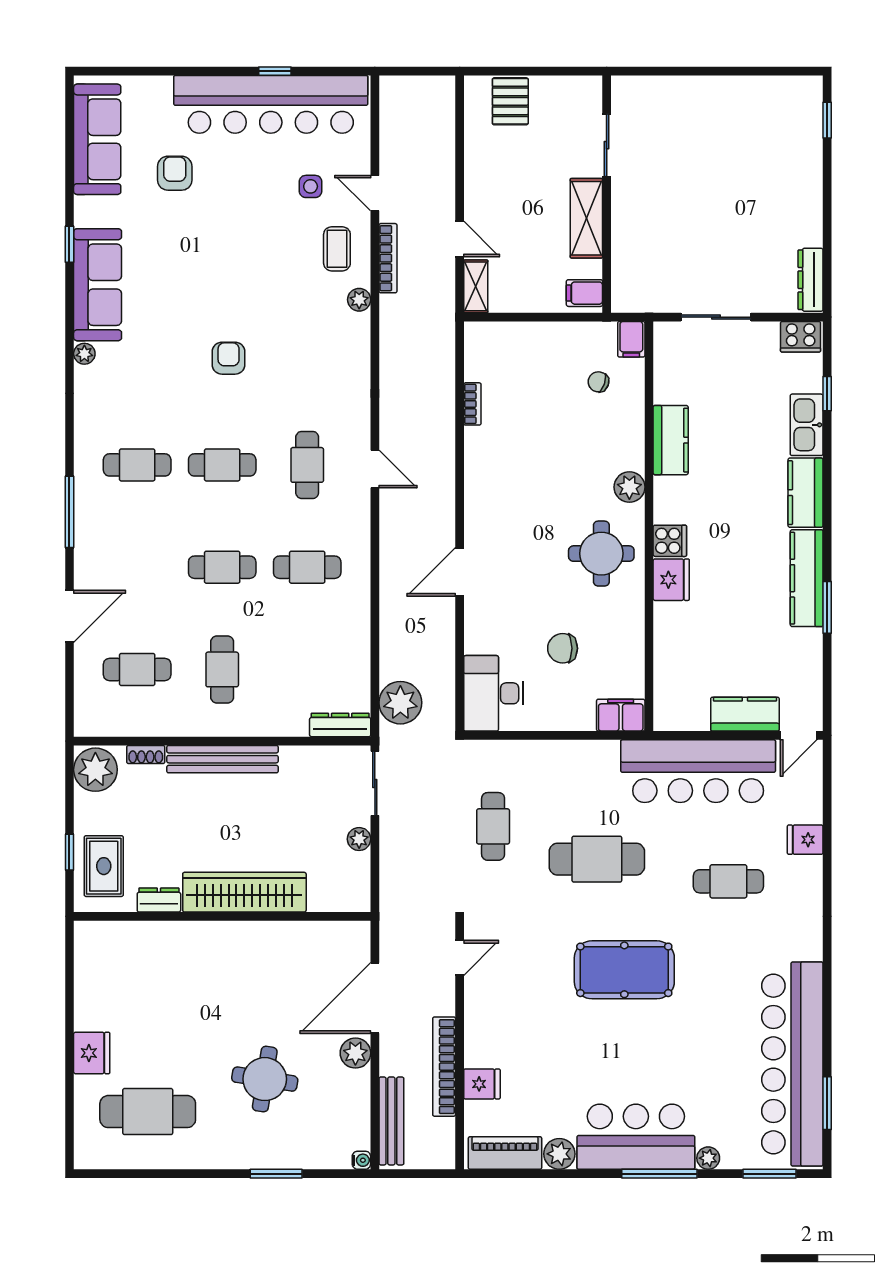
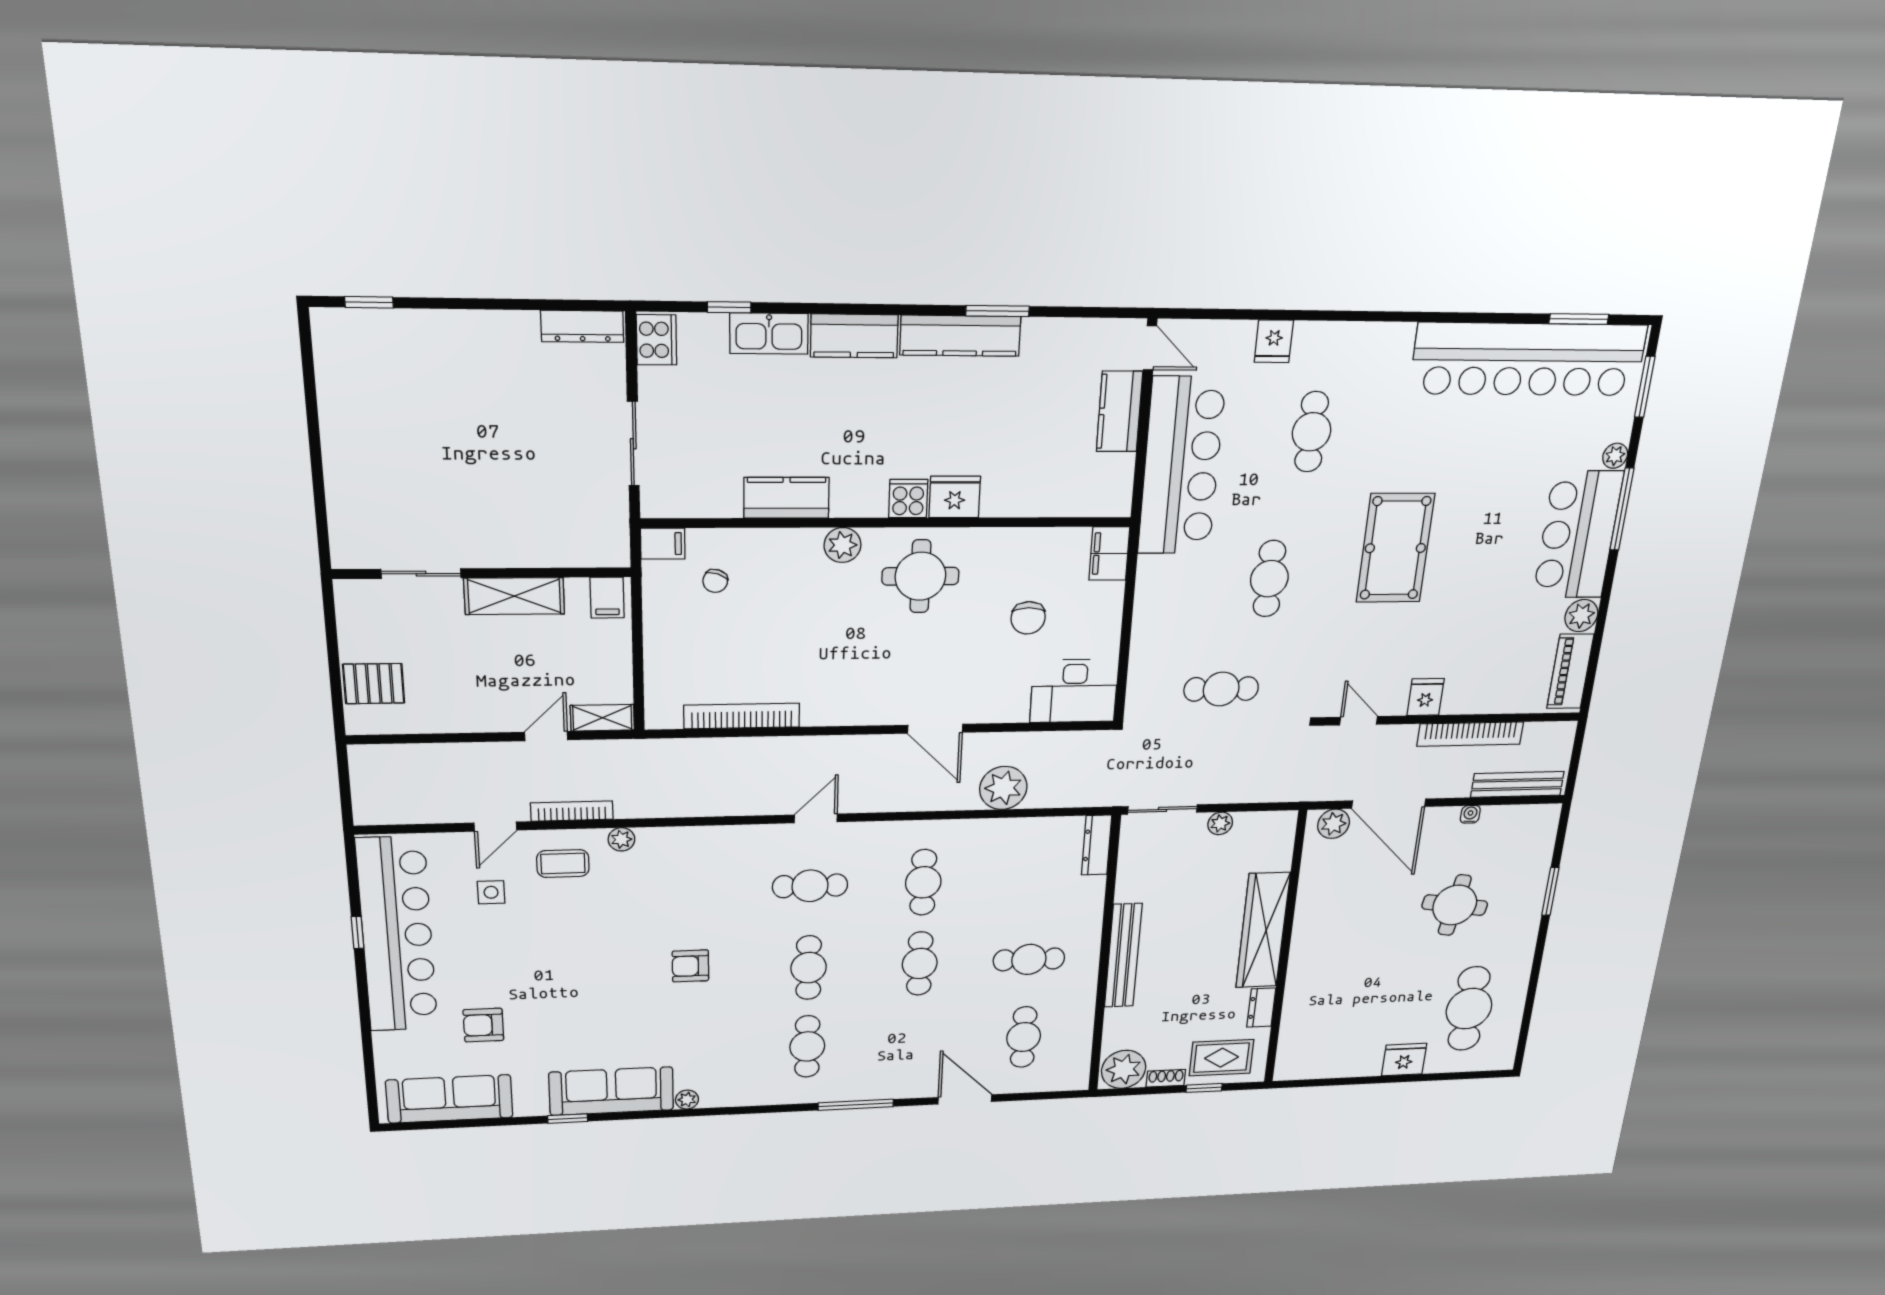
bookcase: (472, 404) -> (742, 716), width x2.31, depth x1.31
plant: (400, 703) -> (1003, 788), moved
shoe rack: (146, 755) -> (1166, 1078), moved, turned -90
cafe table: (597, 859) -> (1269, 579), width x0.73, depth x0.74
plant: (355, 1053) -> (1334, 824), moved
fridge: (482, 1084) -> (1425, 697), moved
water cooler: (361, 1160) -> (1470, 814), moved

